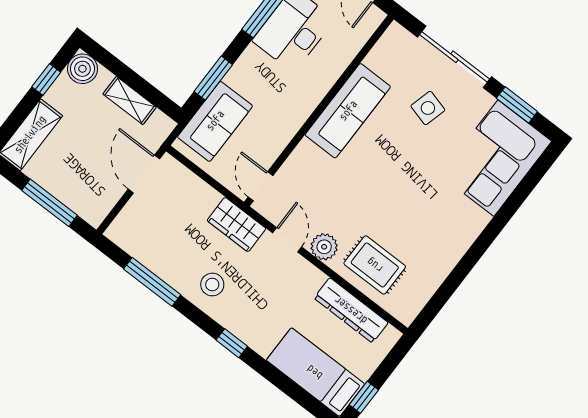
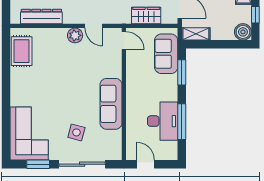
shelving: (130, 101) -> (196, 34), moved
wardrobe: (236, 224) -> (146, 15), moved
rug: (375, 265) -> (22, 51), moved, turned 90

